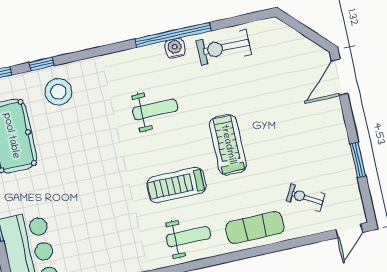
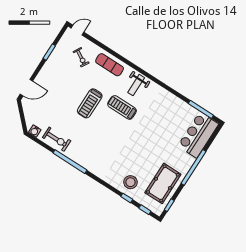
water cooler: (175, 48) -> (35, 131), moved
weight bench: (155, 109) -> (103, 142), removed
treadmill: (177, 185) -> (122, 107), turned 180
weight bench: (188, 237) -> (136, 85), turned -90

